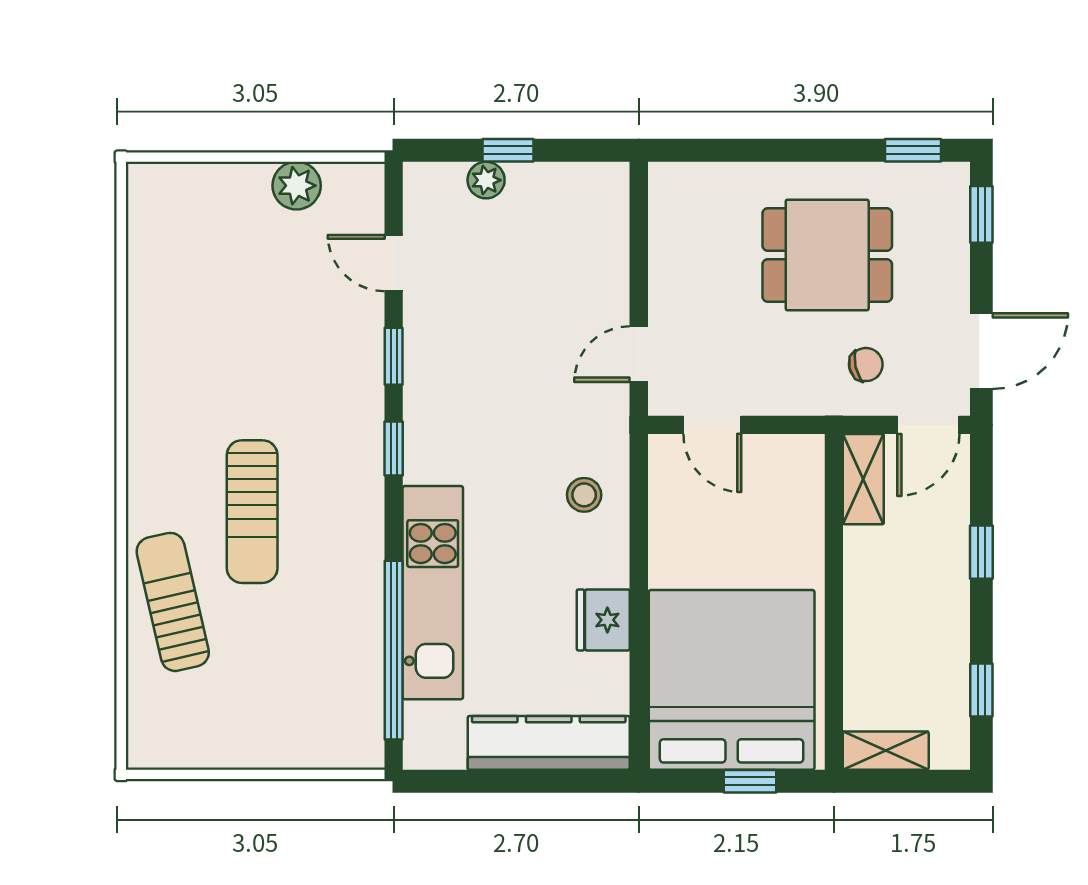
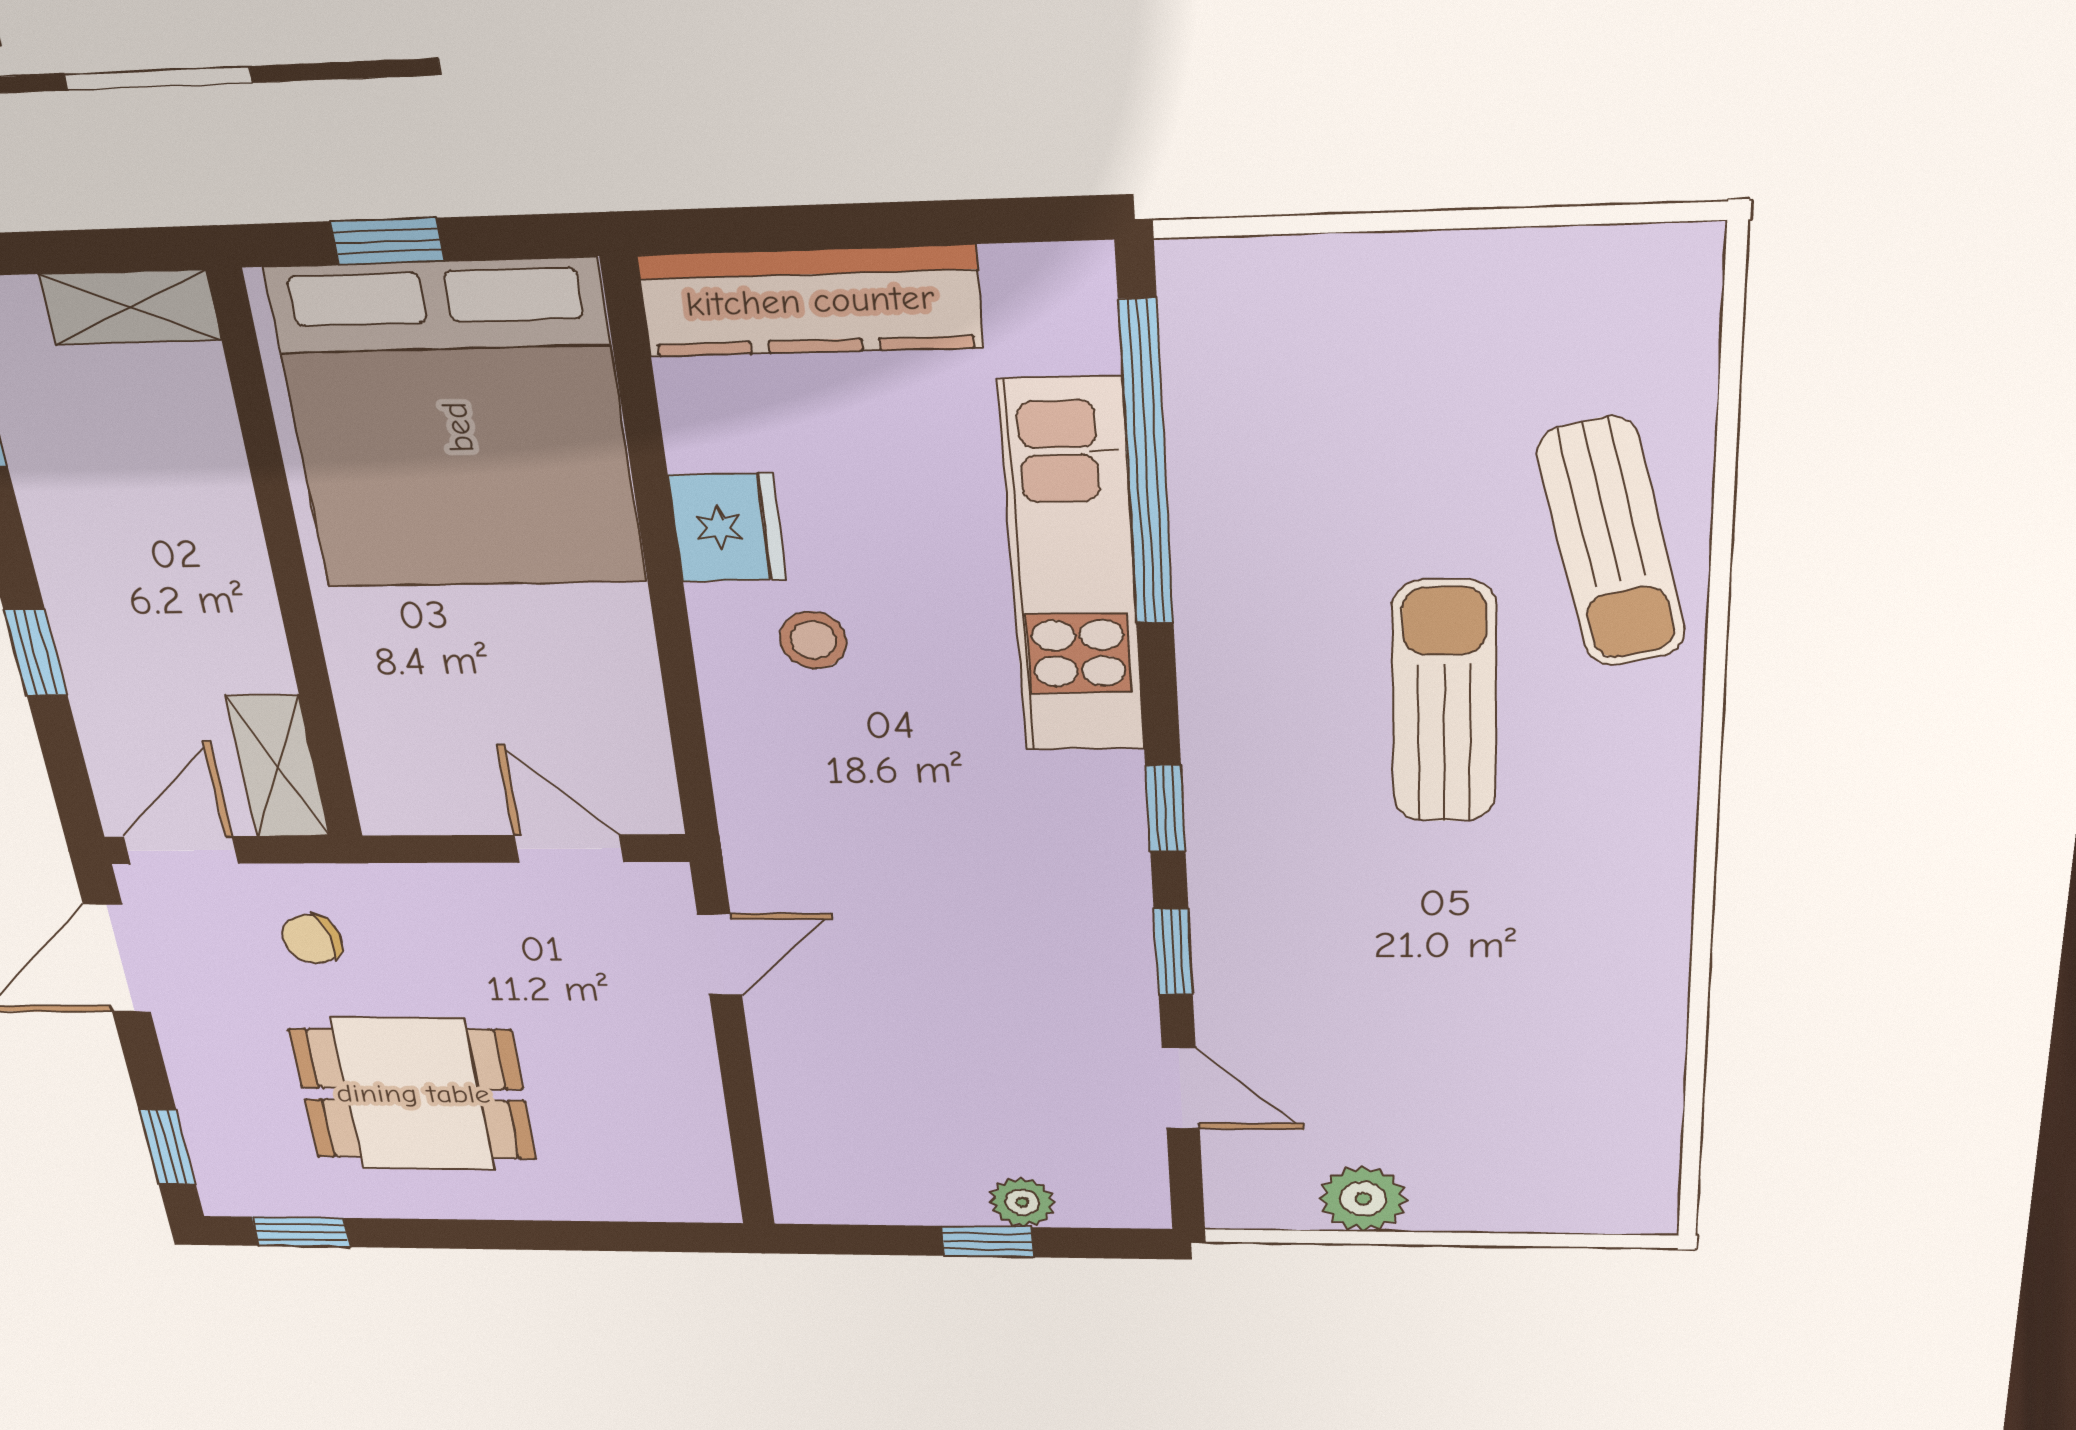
stool: (584, 495) -> (813, 640), moved

